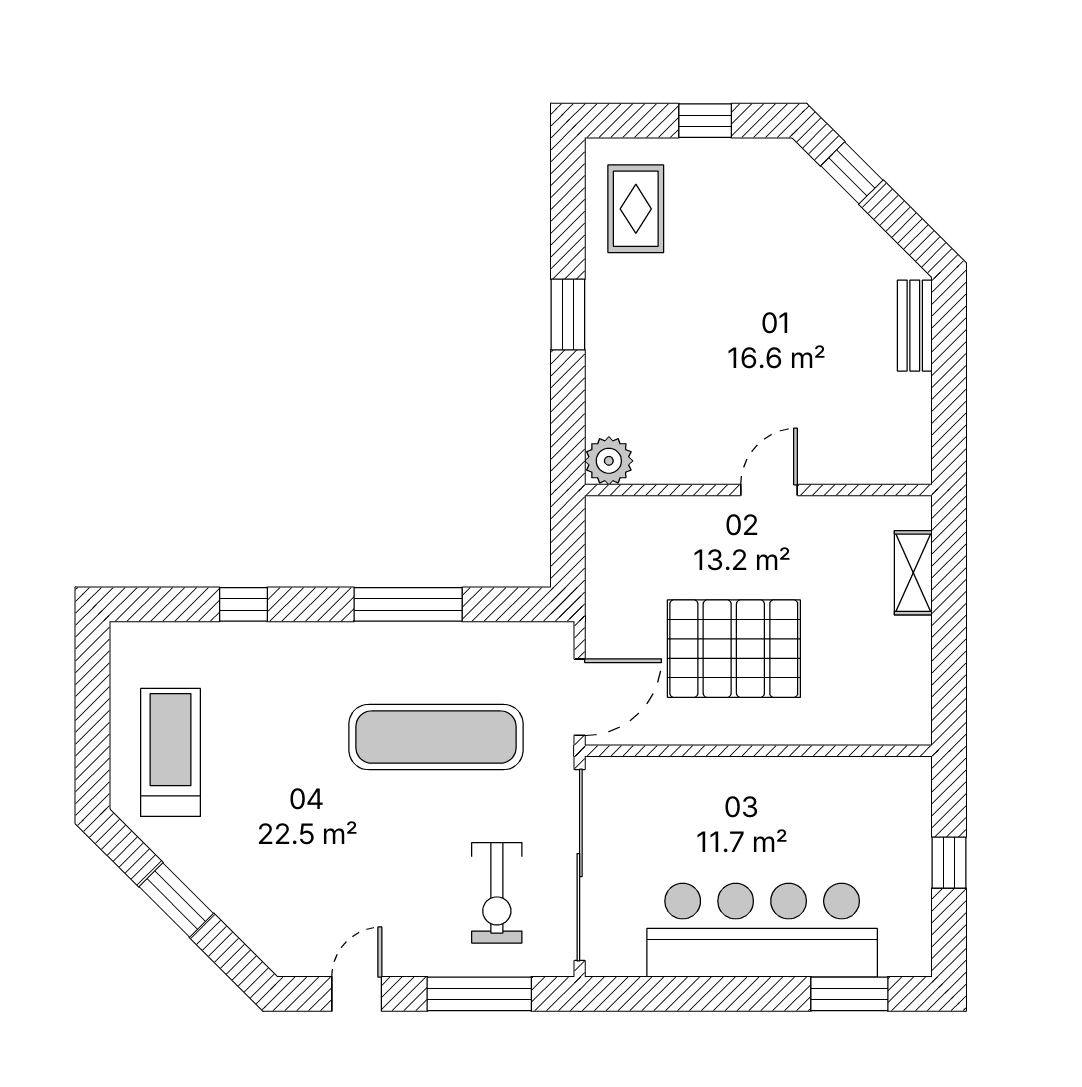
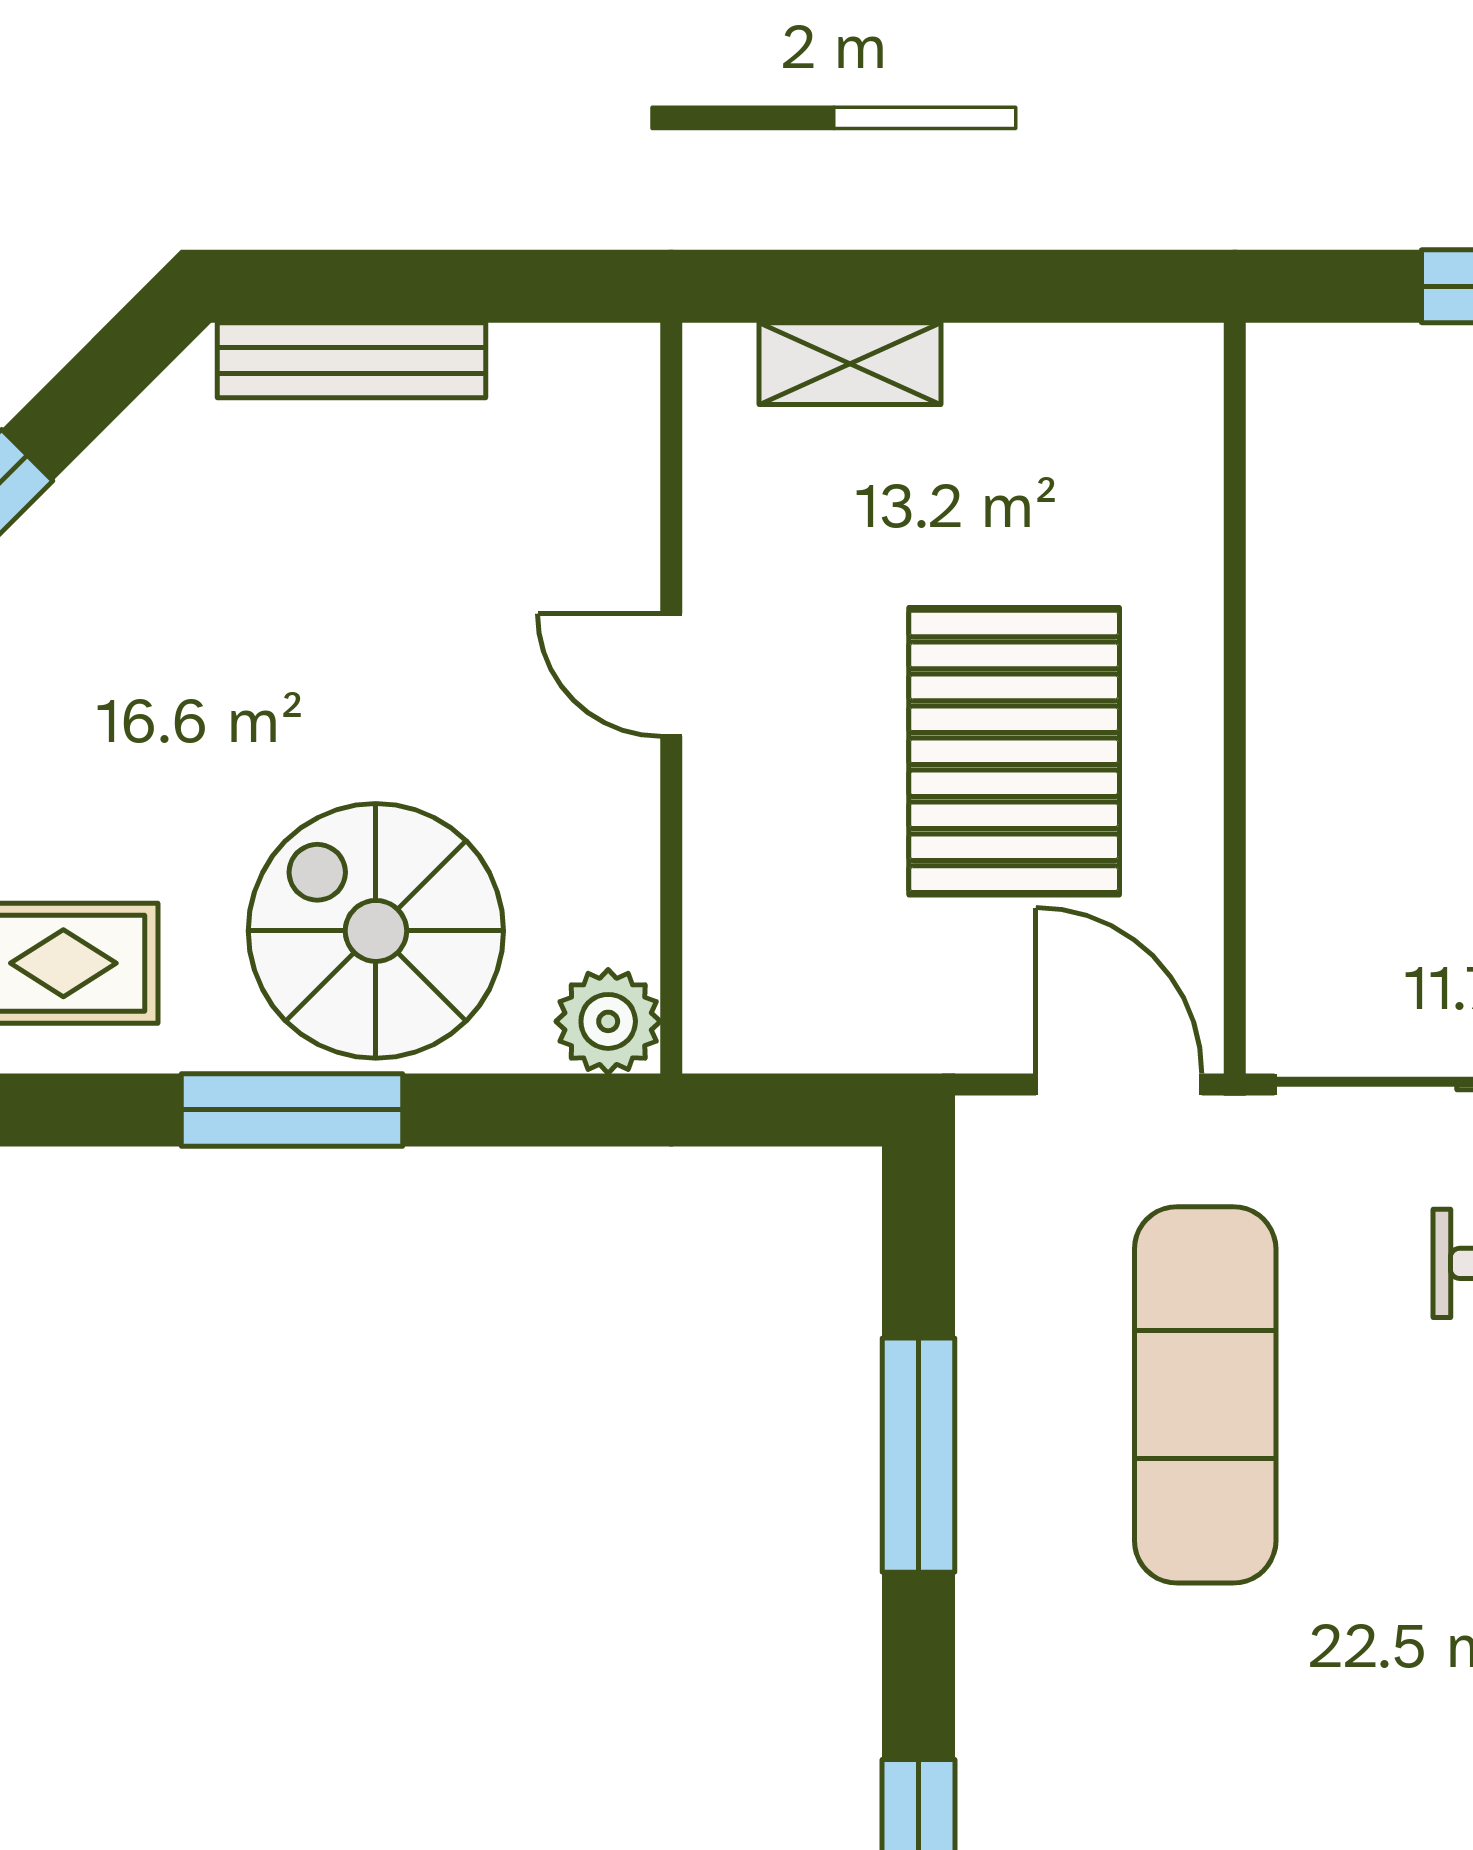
window: (568, 315) -> (292, 1110), width x1.44
bench: (915, 326) -> (352, 360), width x1.36
spiral stairs: (651, 353) -> (376, 931), added

